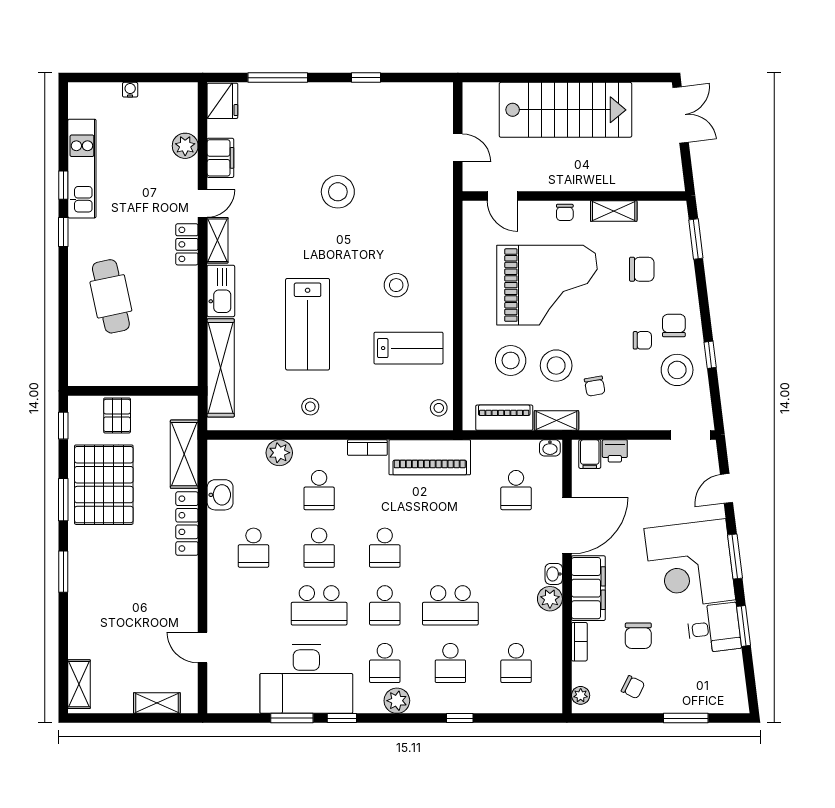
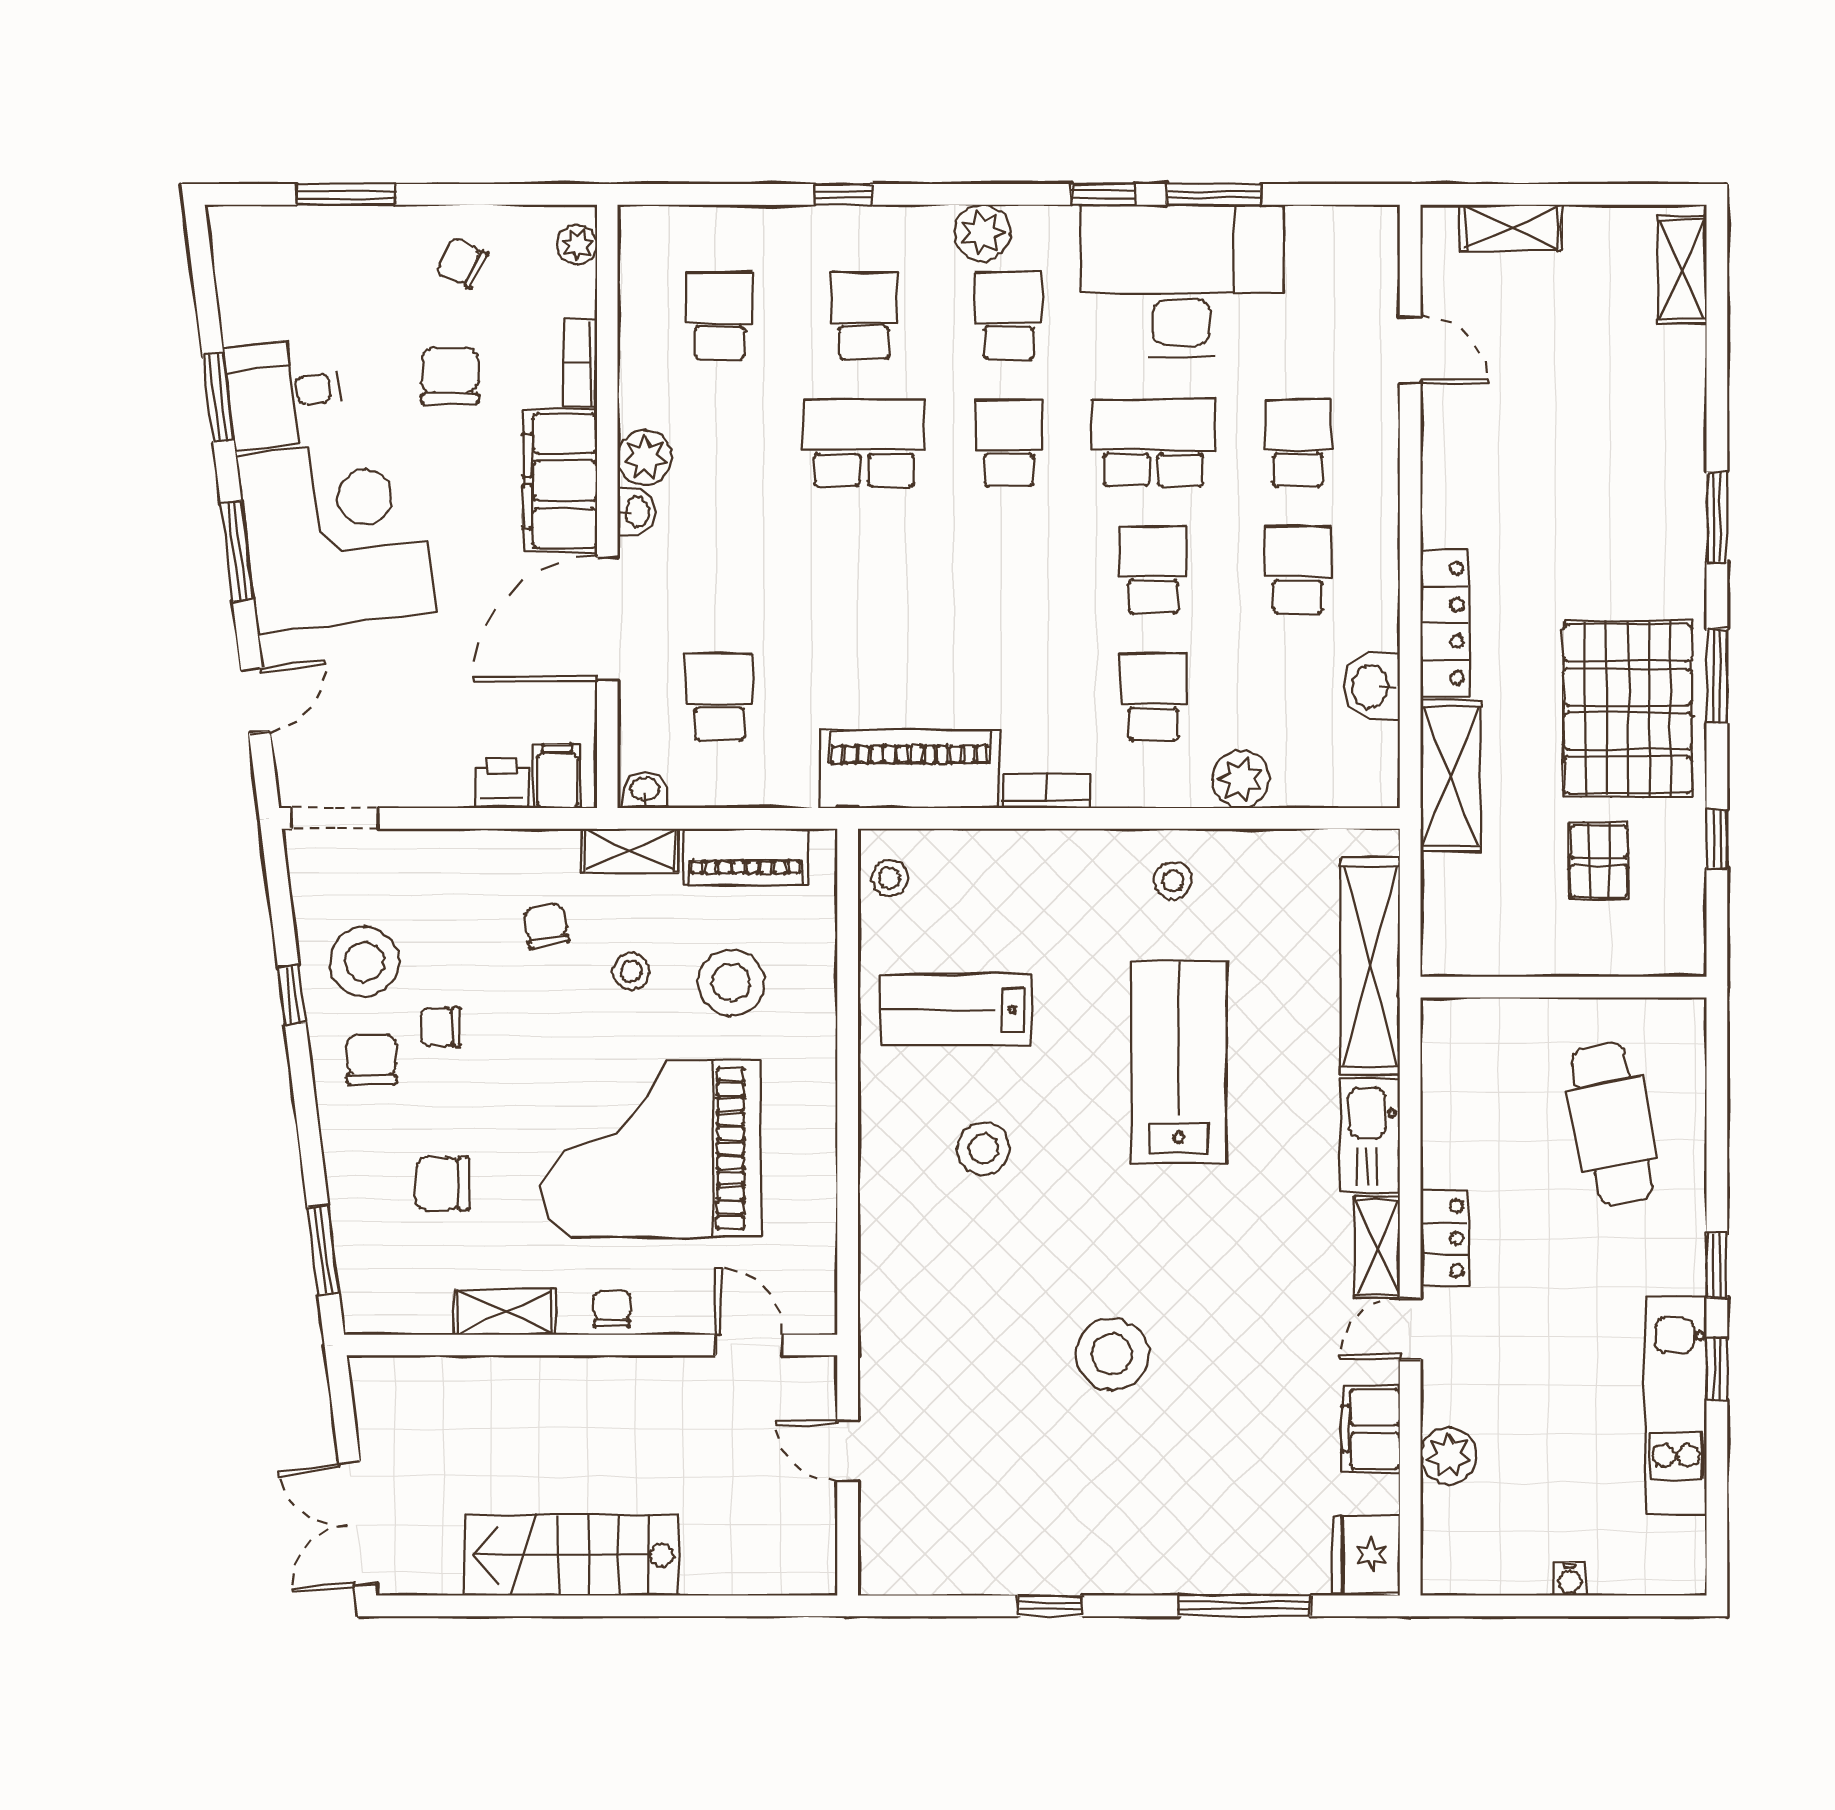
stairs: (565, 110) -> (572, 1555), width x0.73, depth x0.66
chair: (674, 325) -> (372, 1060), turned 180
stool: (556, 366) -> (631, 971), width x0.53, depth x0.53
wall: (133, 391) -> (1564, 987), moved
school desk: (385, 548) -> (1298, 443), moved

